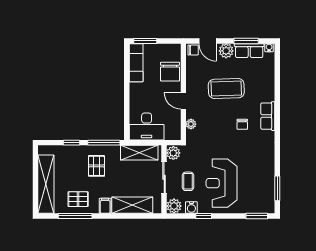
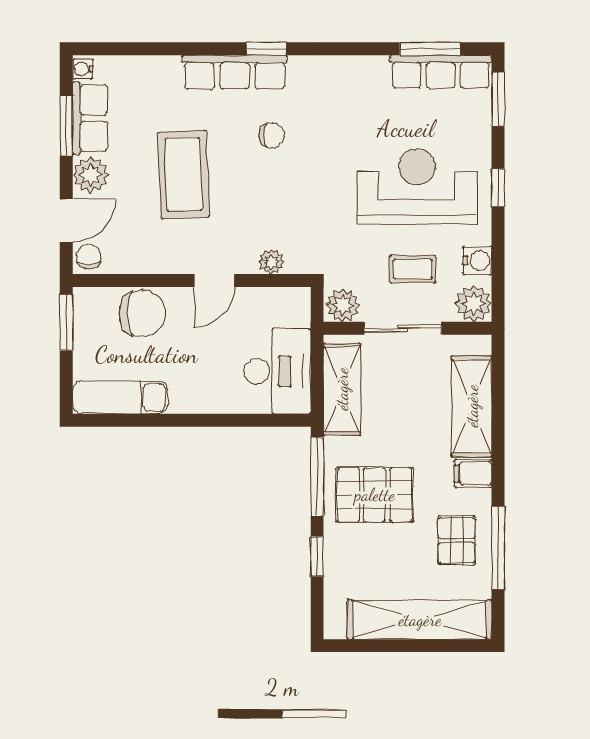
window: (145, 41) -> (66, 322), moved
row of seats: (268, 116) -> (235, 72), width x1.48
window: (277, 122) -> (266, 49), added
pallet: (96, 166) -> (375, 495), width x1.50, depth x1.42
reception desk: (222, 183) -> (417, 186), turned 180
row of seats: (268, 193) -> (441, 72), added
window: (204, 216) -> (498, 188), moved

